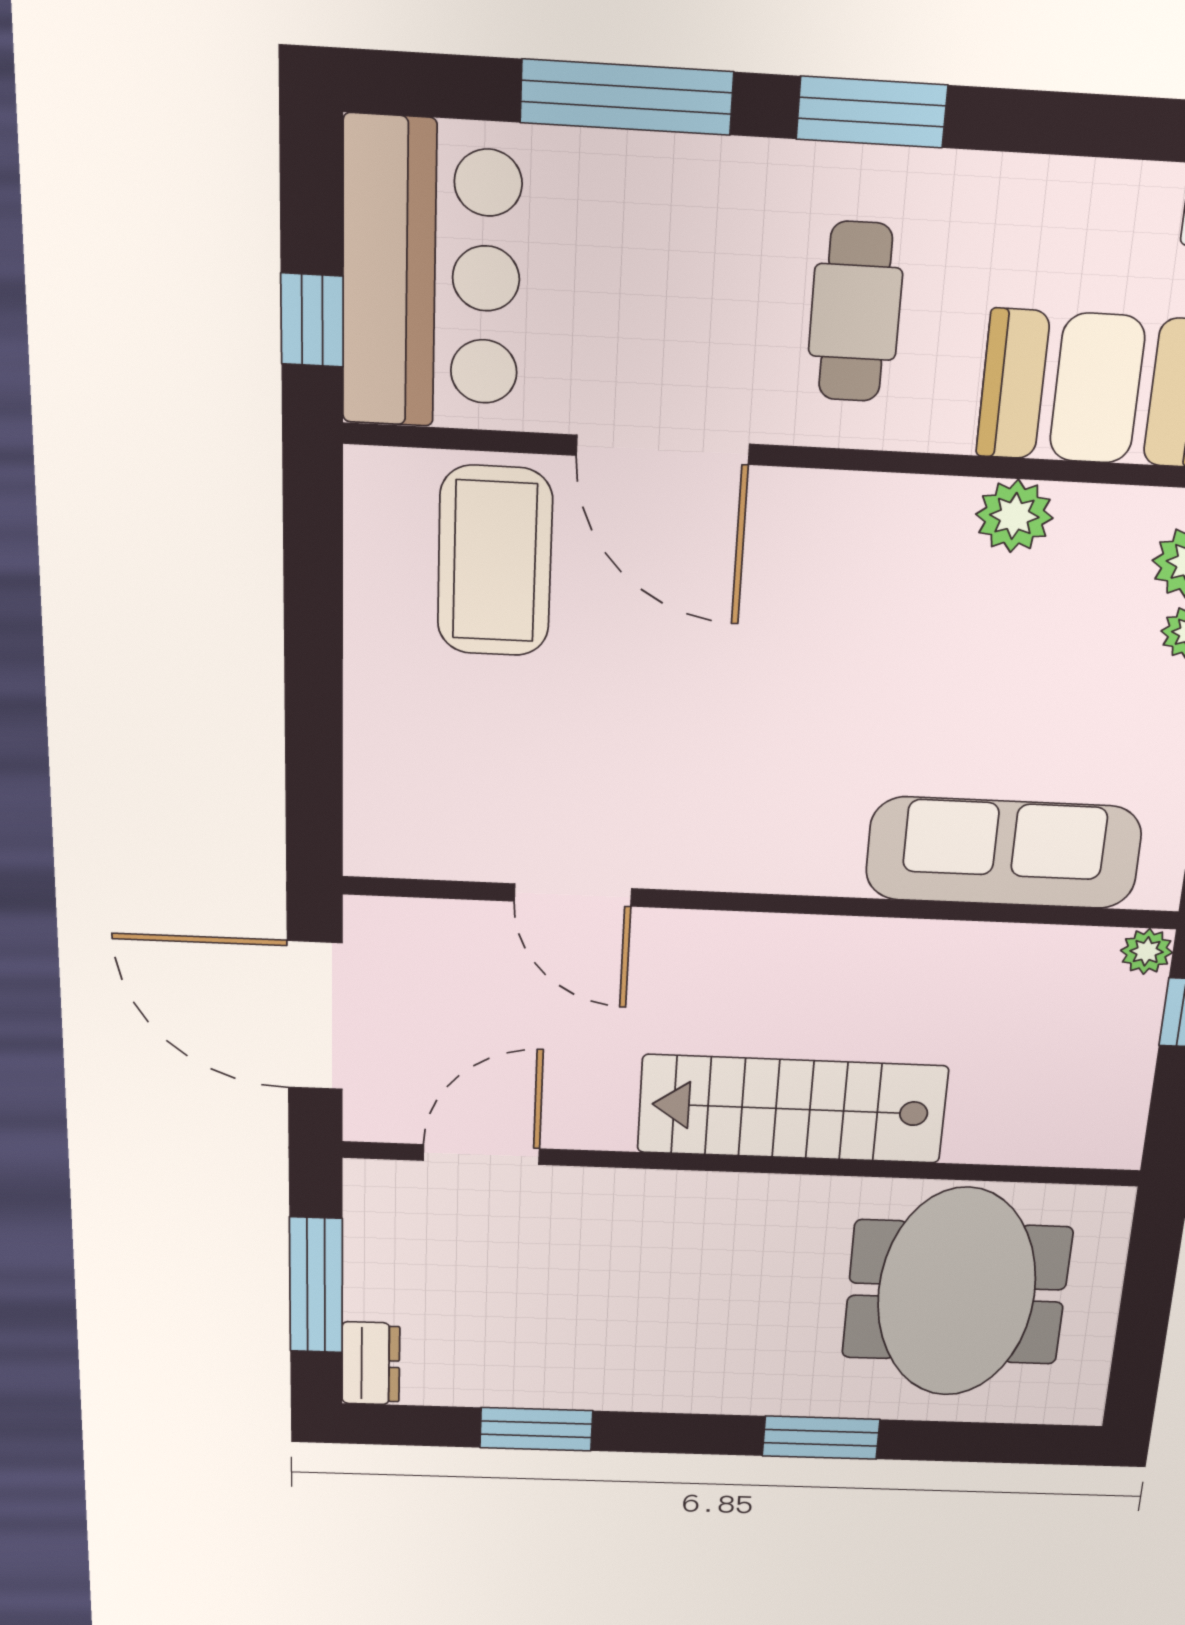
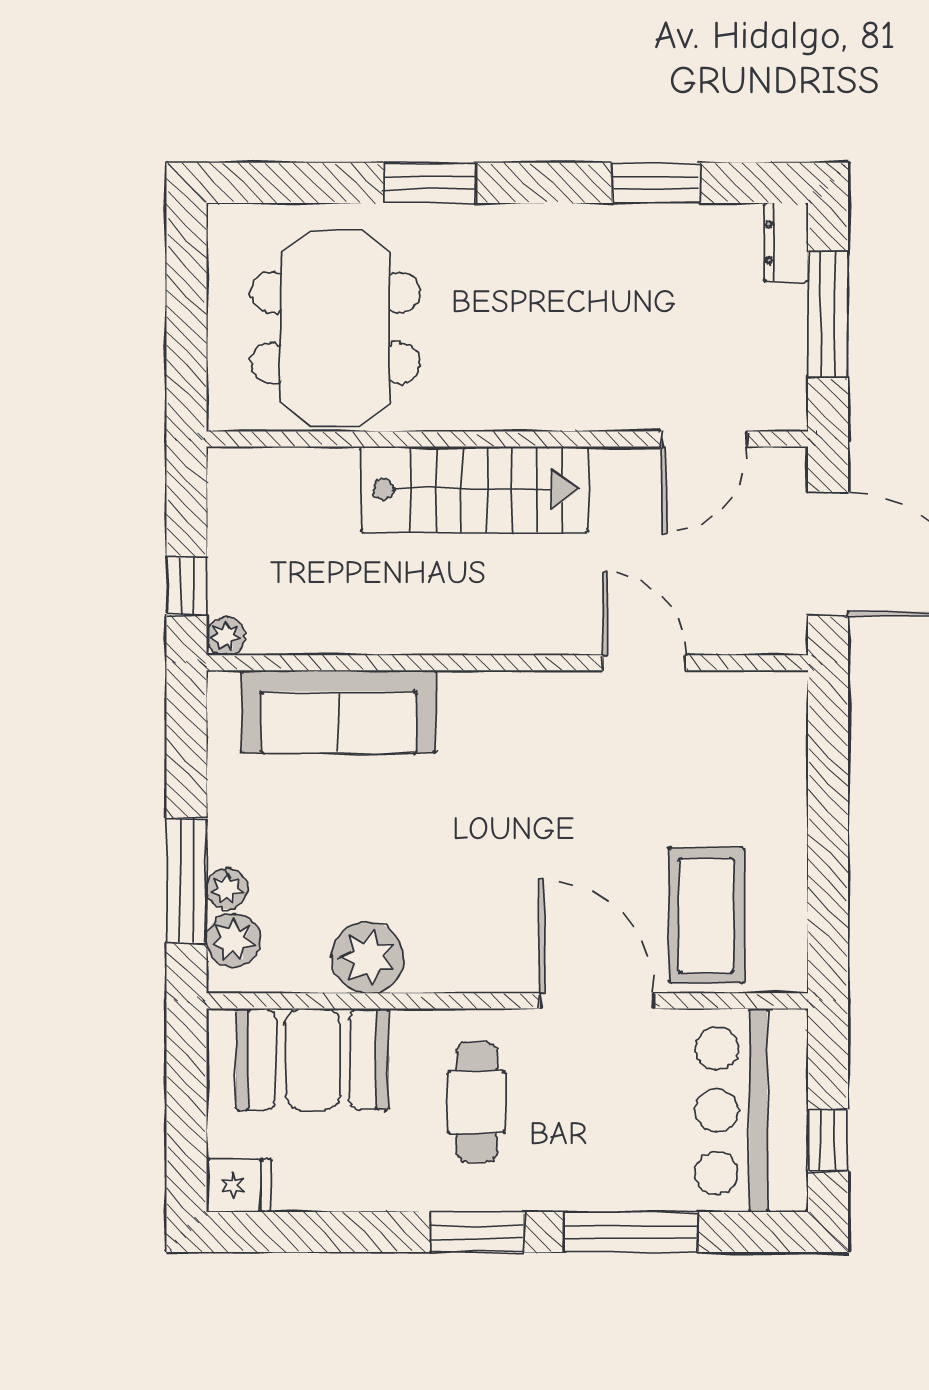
window: (312, 320) -> (828, 1140), moved
plant: (1014, 516) -> (368, 957), width x1.36, depth x1.36

